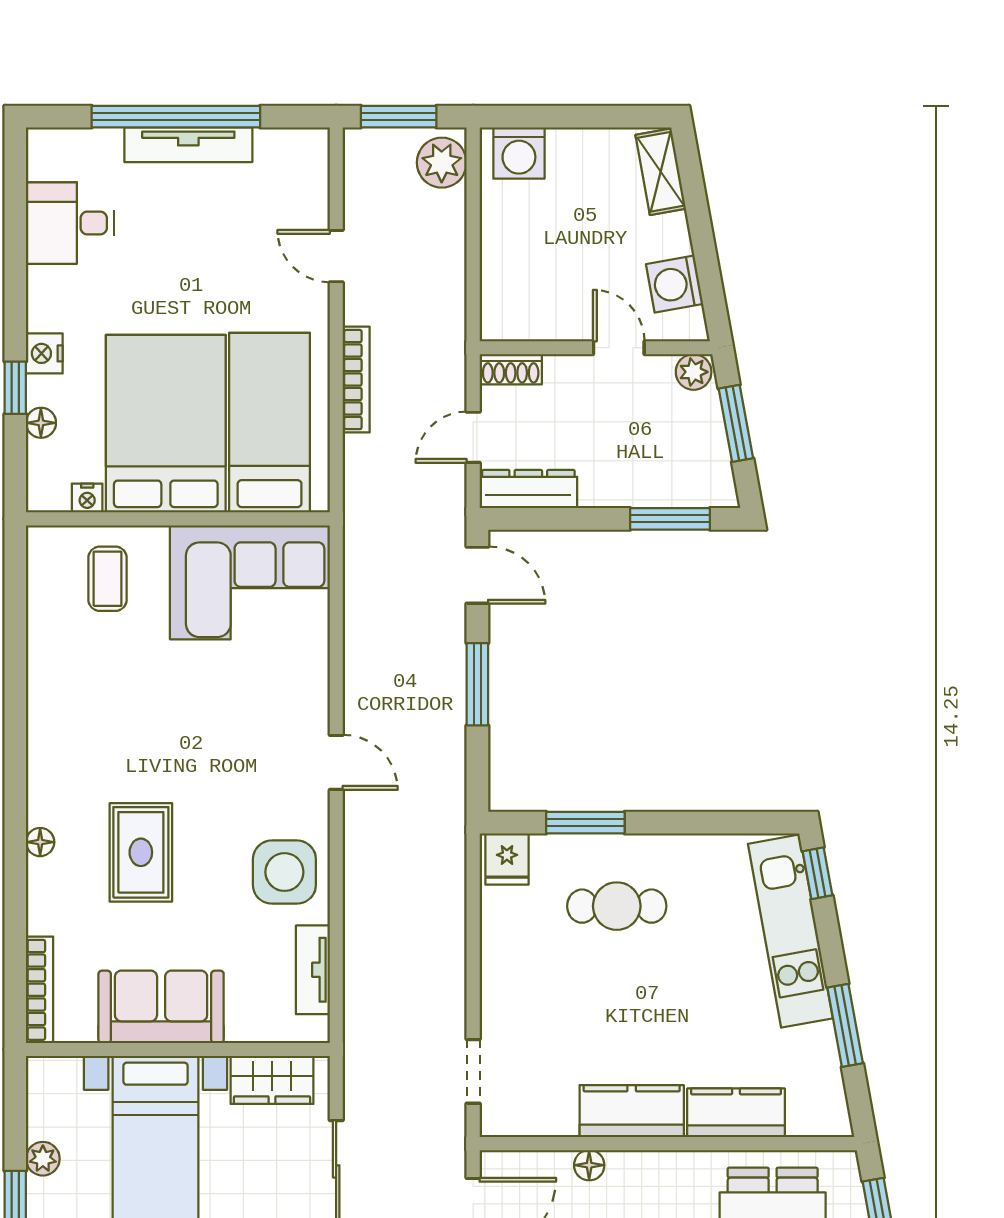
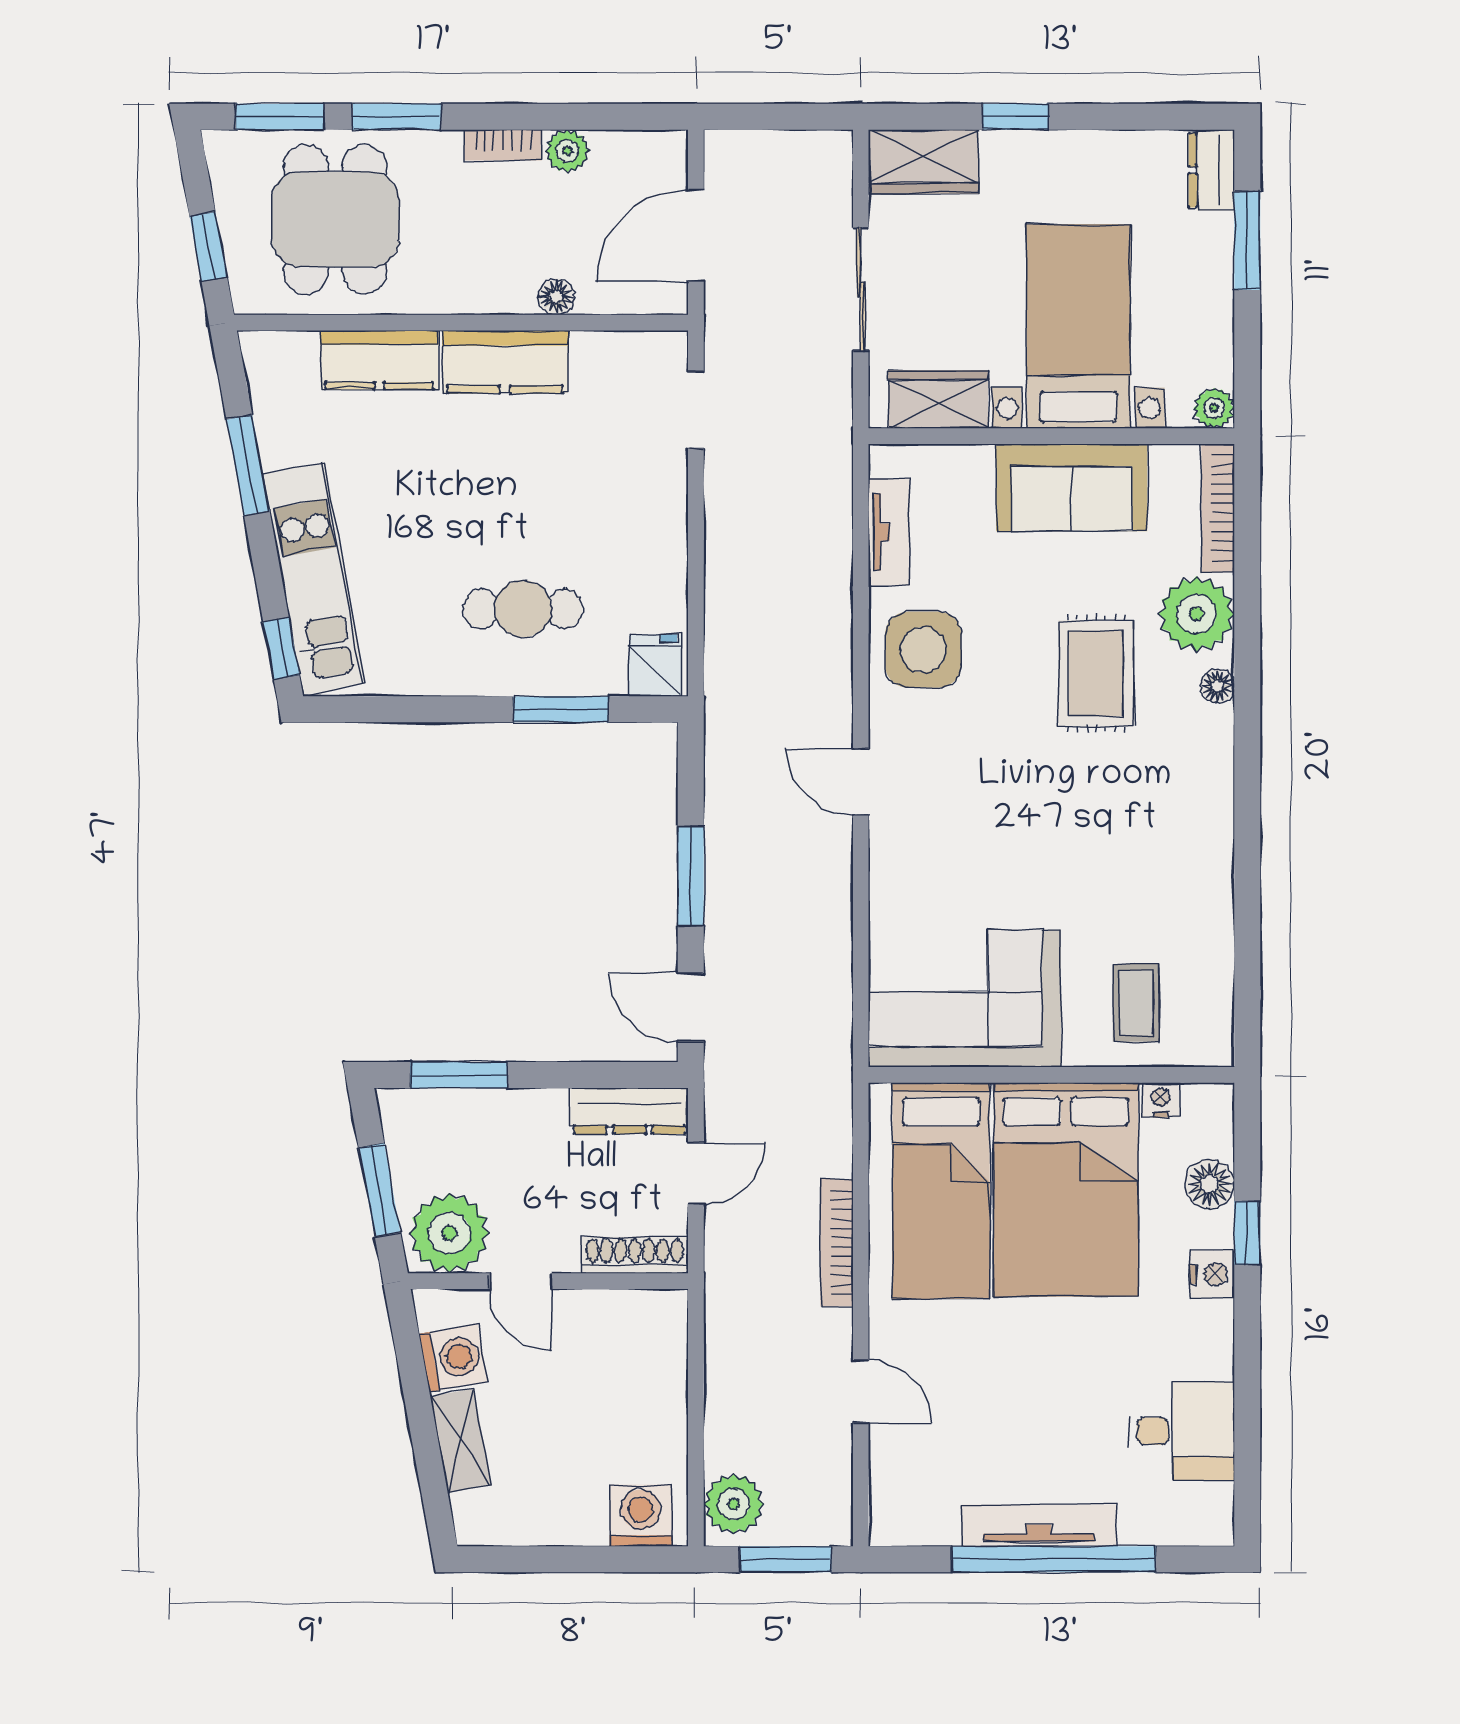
shelving: (661, 172) -> (461, 1441), moved
shoe rack: (511, 369) -> (635, 1255), width x1.43
plant: (694, 372) -> (449, 1233), width x1.88, depth x1.88
floor lamp: (41, 423) -> (1210, 1184), width x1.37, depth x1.37
plant: (57, 902) -> (1196, 614), added
plant: (43, 1159) -> (1214, 408), moved

